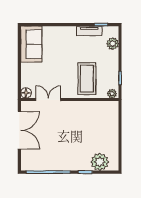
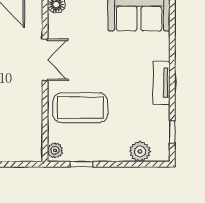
tv unit: (89, 31) -> (162, 83), moved
double door: (48, 100) -> (45, 60), moved

